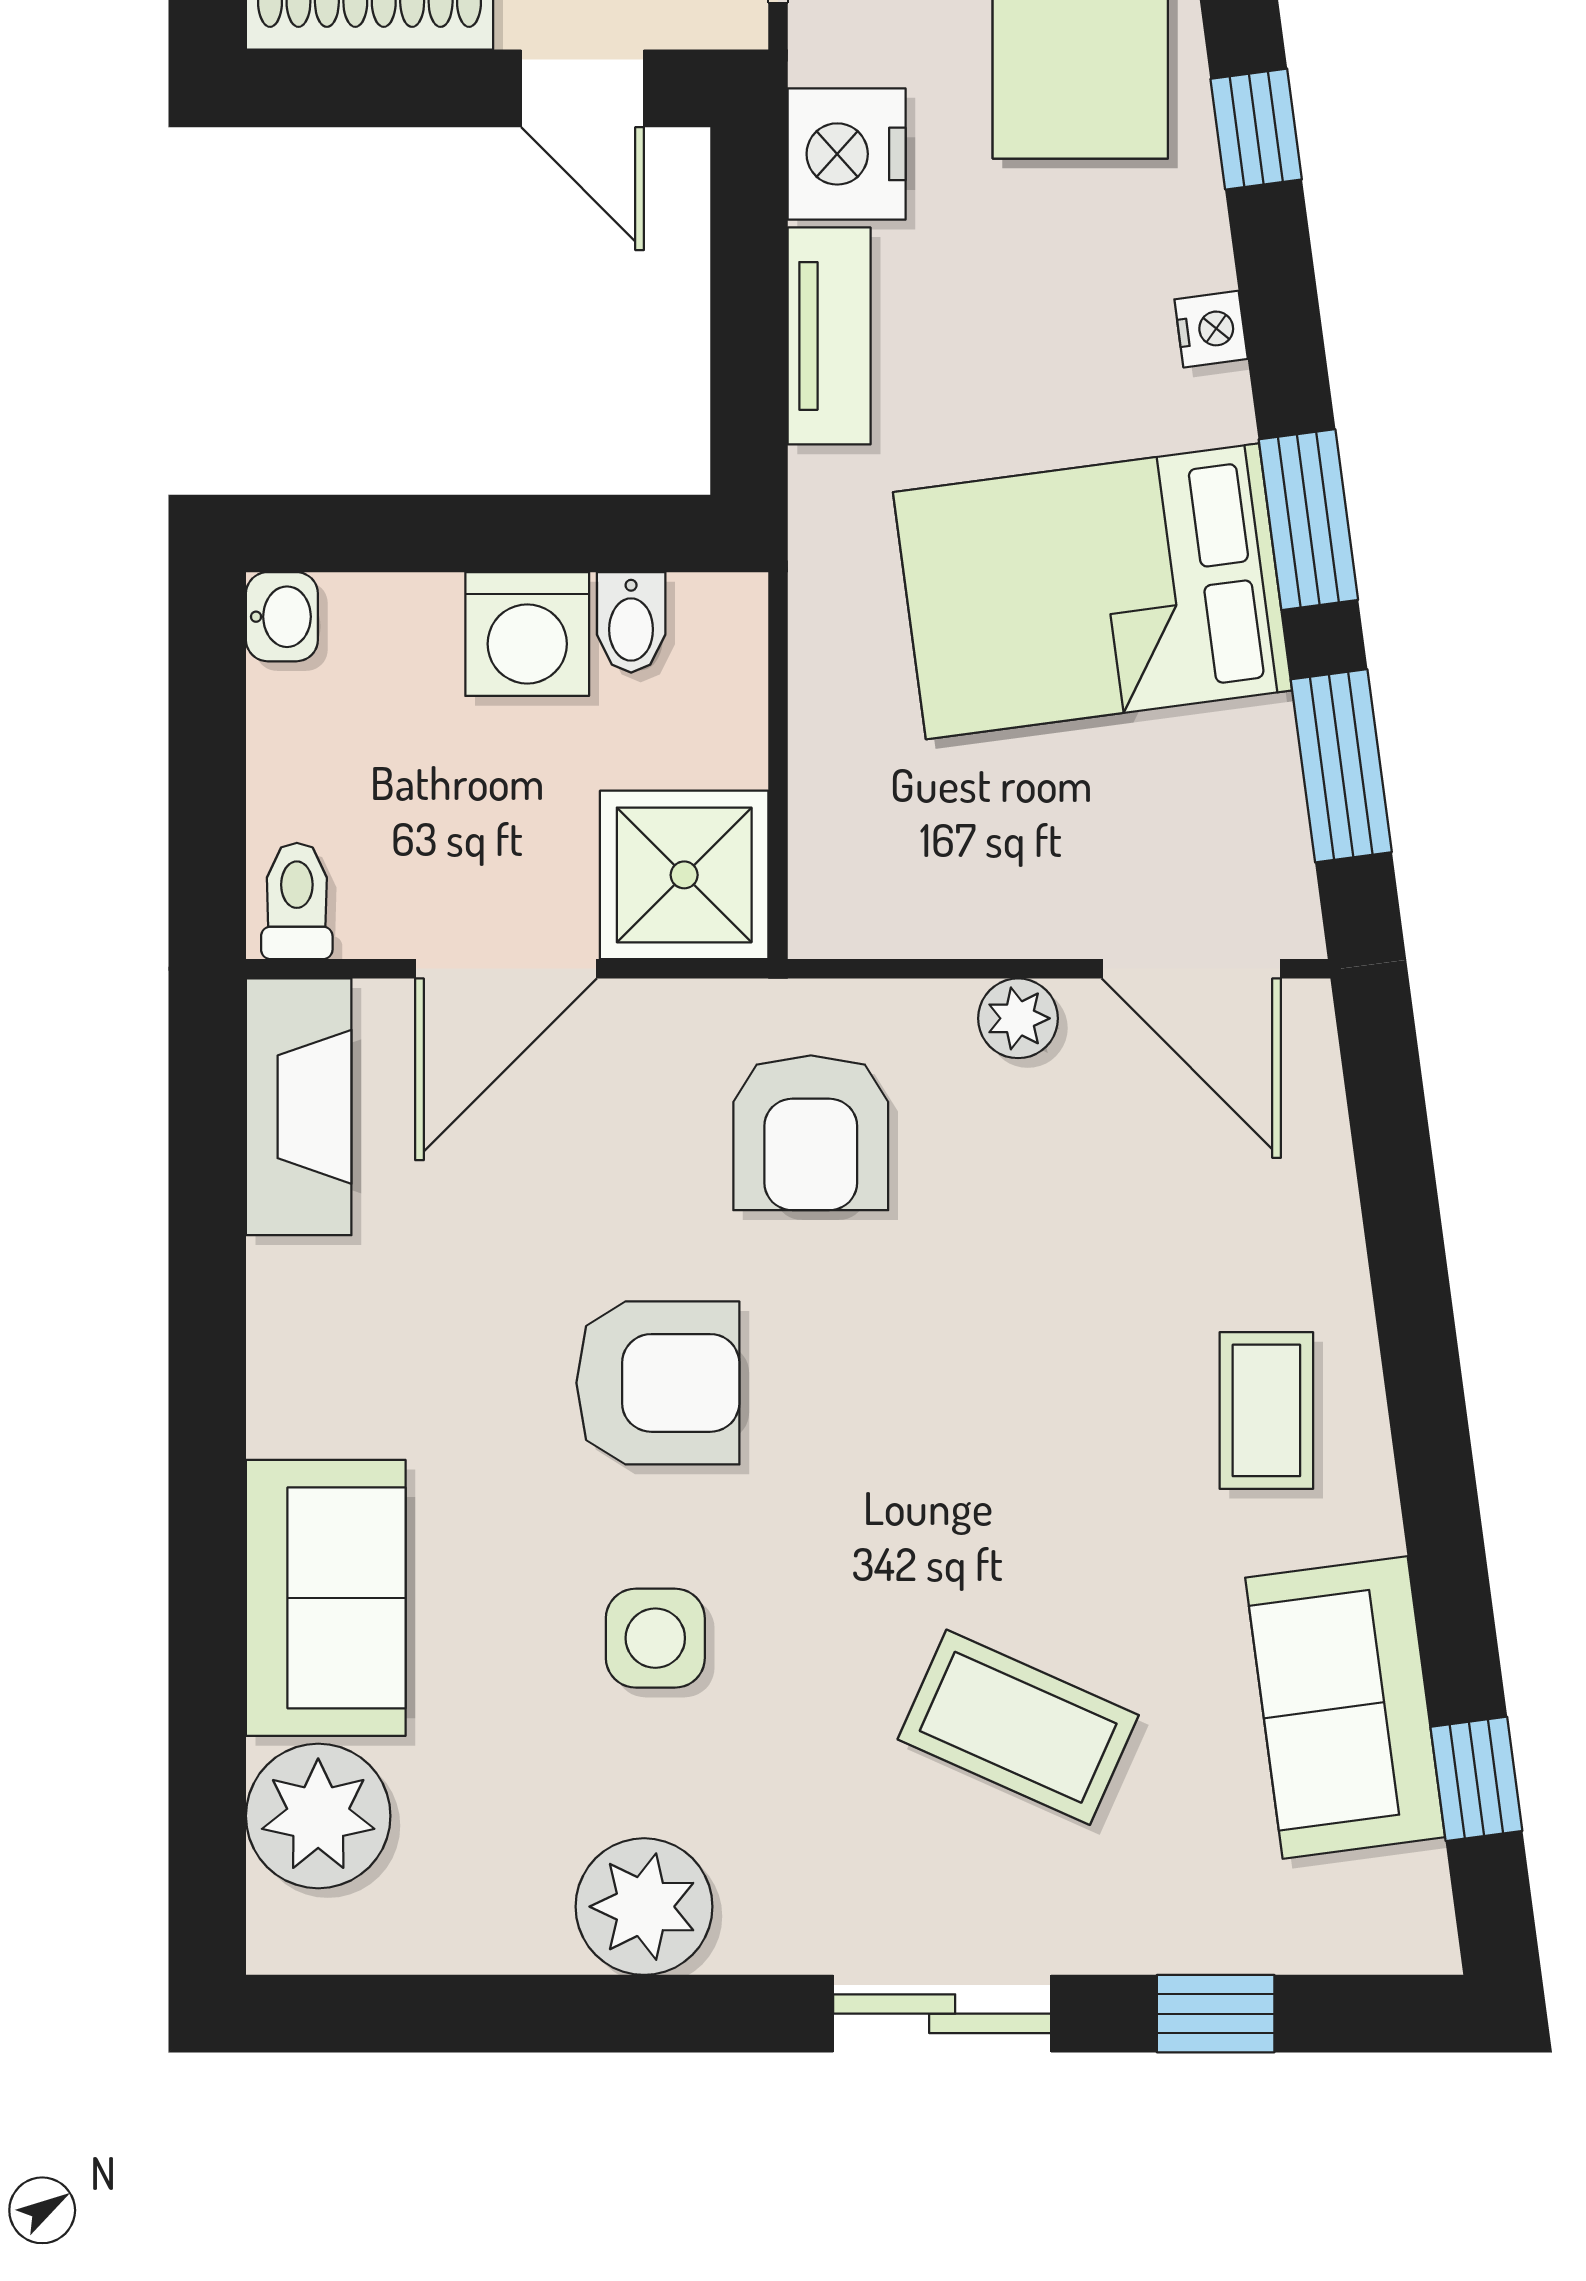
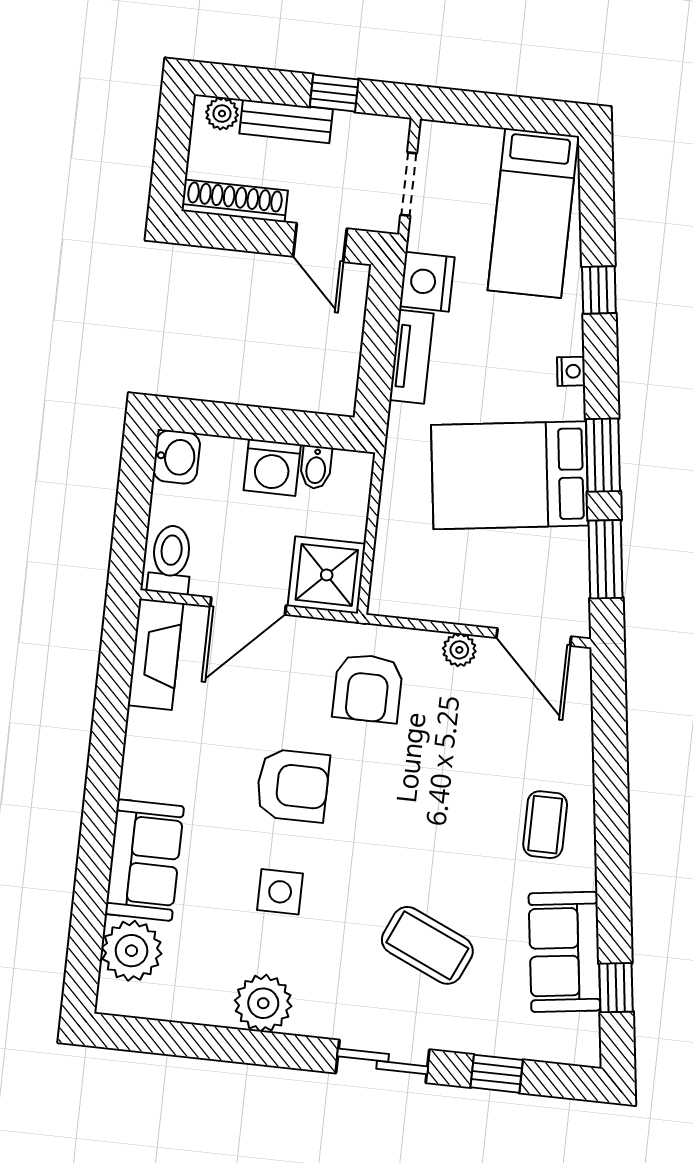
washbasin: (282, 617) -> (177, 457), width x1.38, depth x1.45
toilet: (297, 901) -> (171, 560), width x1.37, depth x1.39

